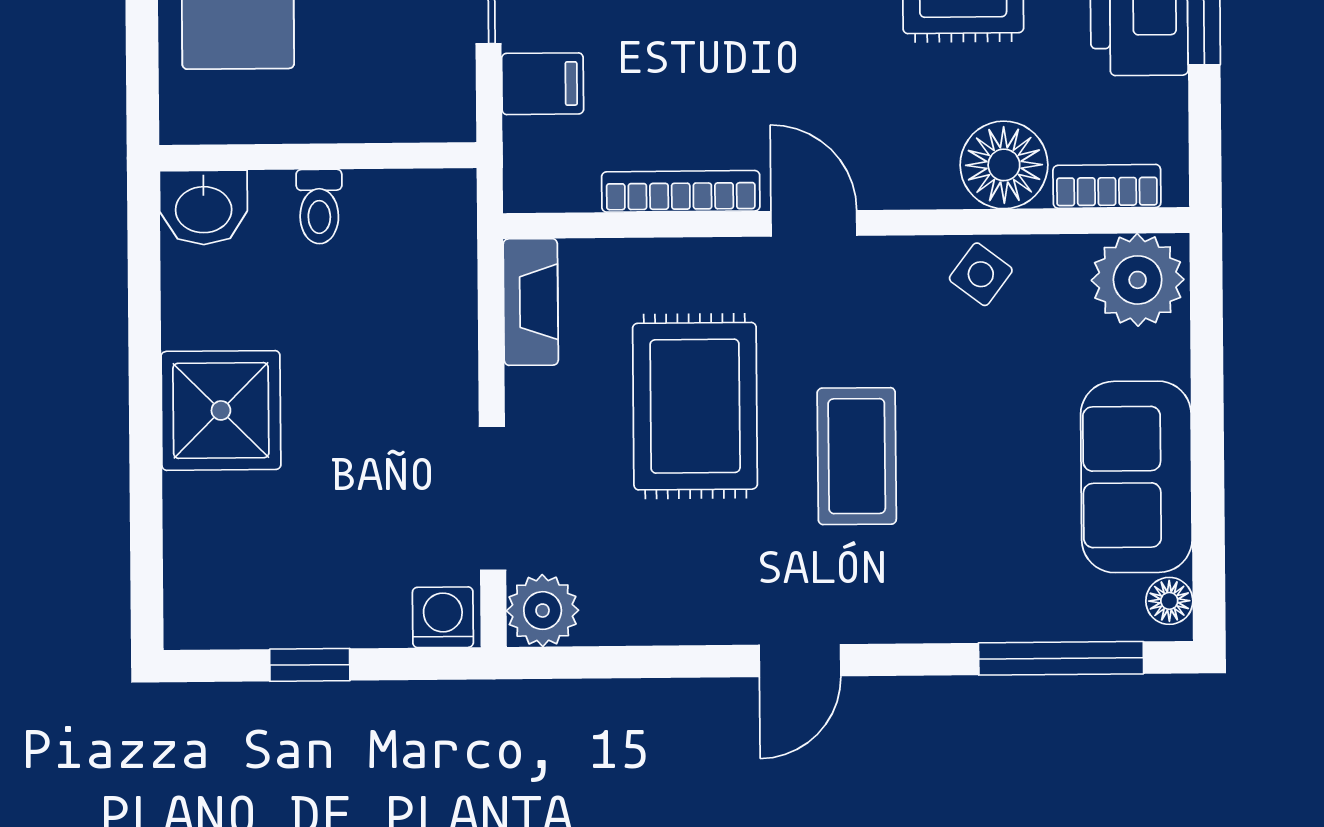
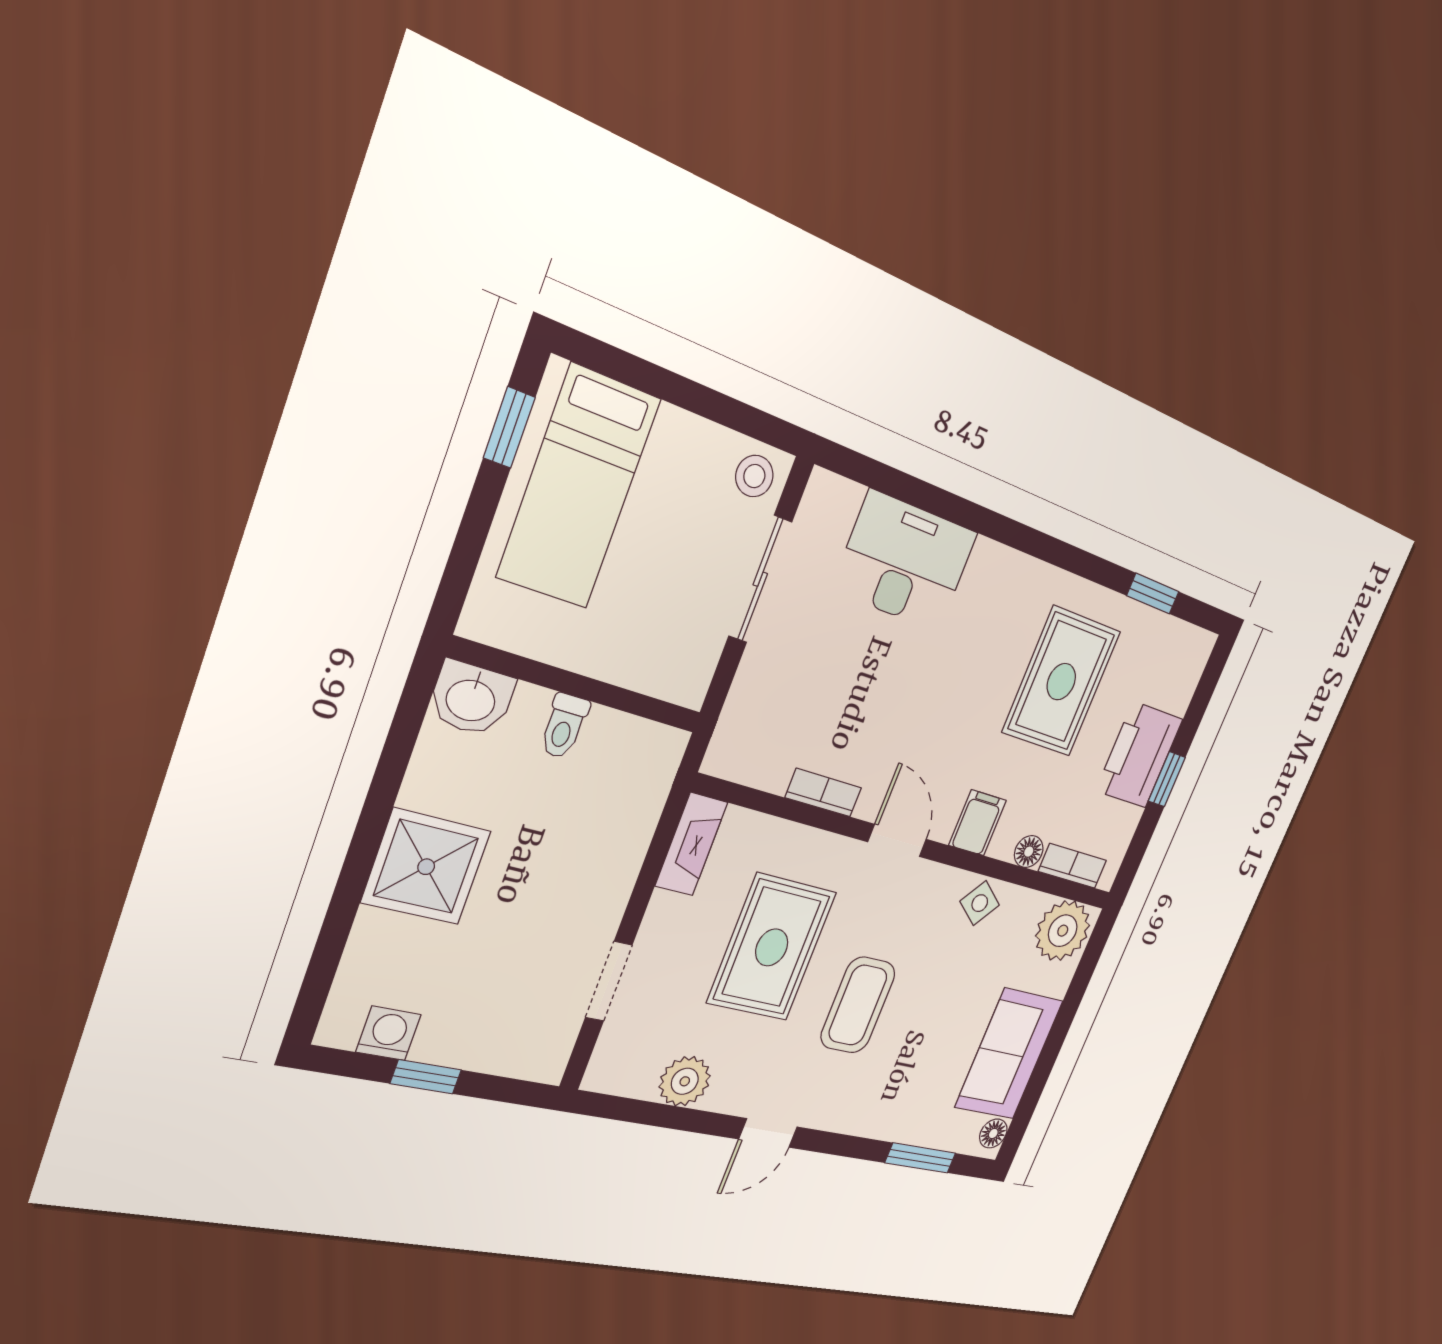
filing cabinet: (543, 84) -> (977, 823), moved, turned -90
floor lamp: (1004, 165) -> (1029, 852), width x0.53, depth x0.53
bookcase: (681, 191) -> (823, 793), width x0.64
doorway: (492, 498) -> (609, 981), width x0.73
plant: (543, 611) -> (685, 1081), moved
washing machine: (443, 617) -> (388, 1033), moved
window: (1061, 658) -> (920, 1158), width x0.69

